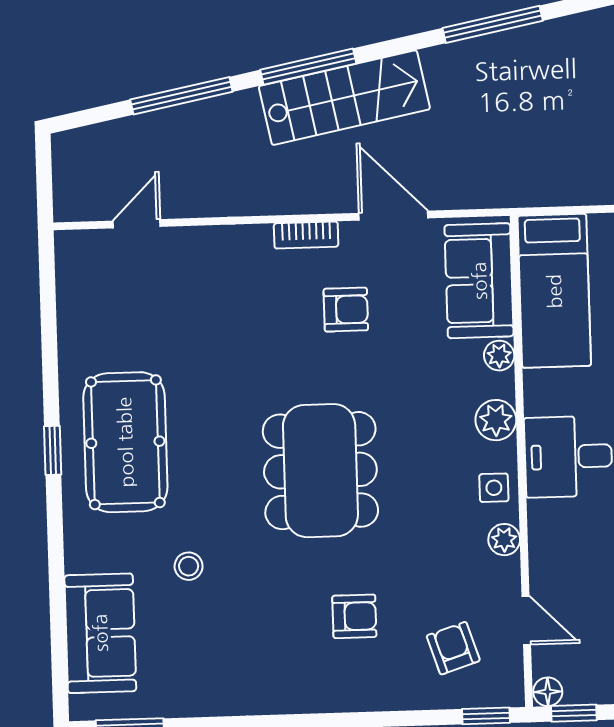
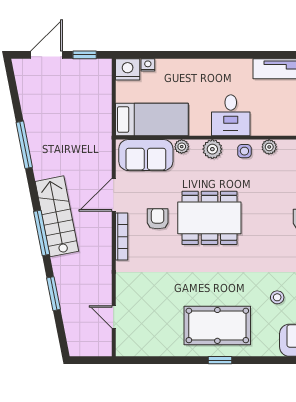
window: (181, 96) -> (54, 294), width x0.69
bookcase: (306, 235) -> (122, 237), width x1.56
dining table: (320, 471) -> (209, 218), moved

